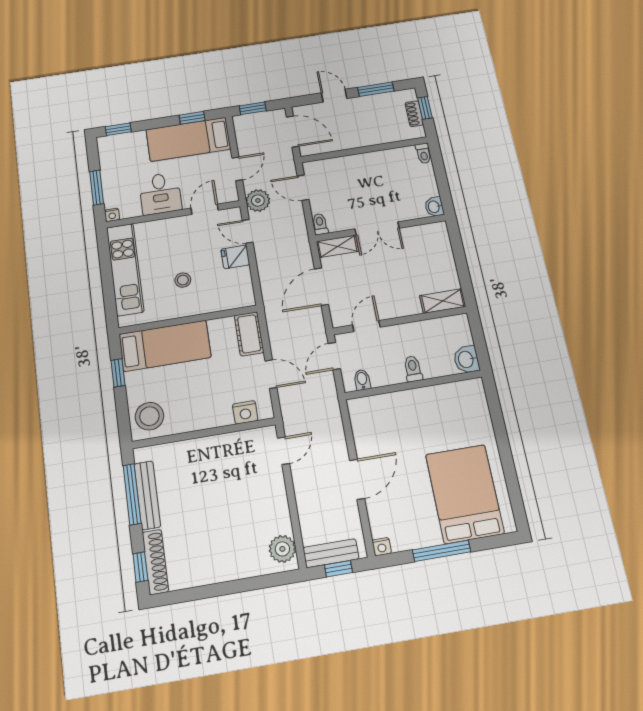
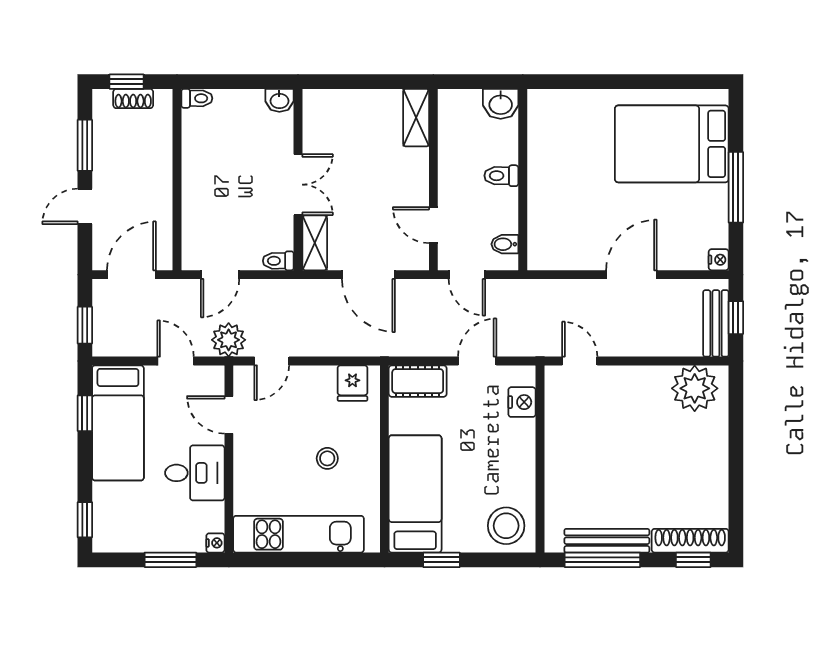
fridge: (235, 257) -> (352, 383), moved
door: (357, 479) -> (631, 275), hinge flipped
plant: (282, 549) -> (695, 388), width x1.36, depth x1.36

